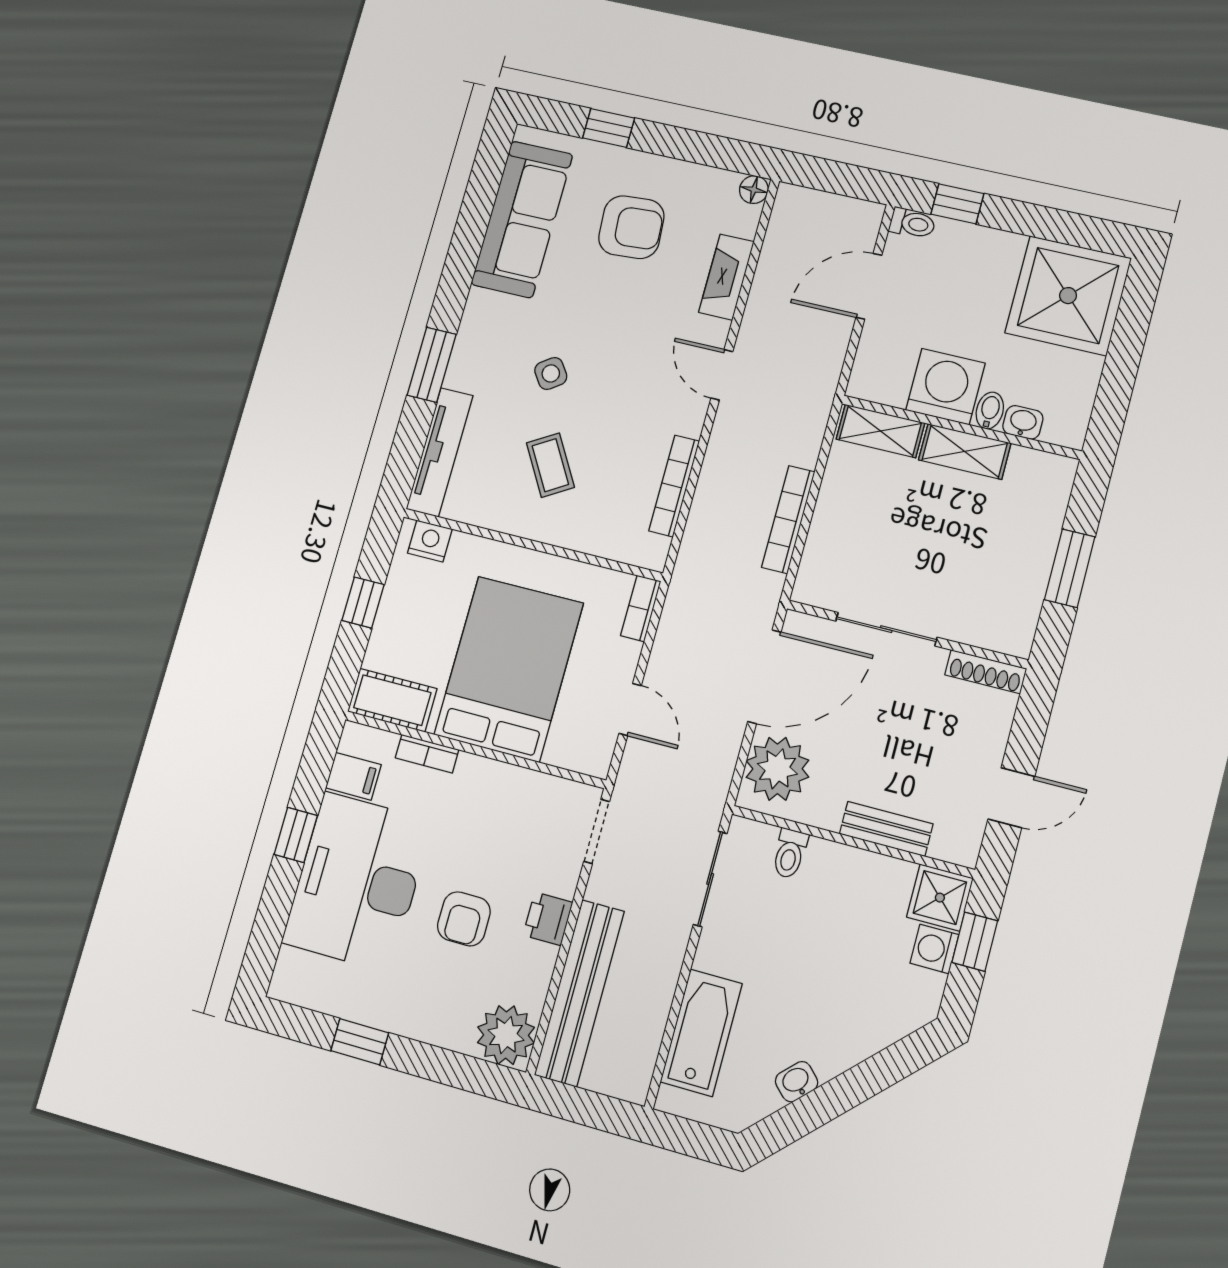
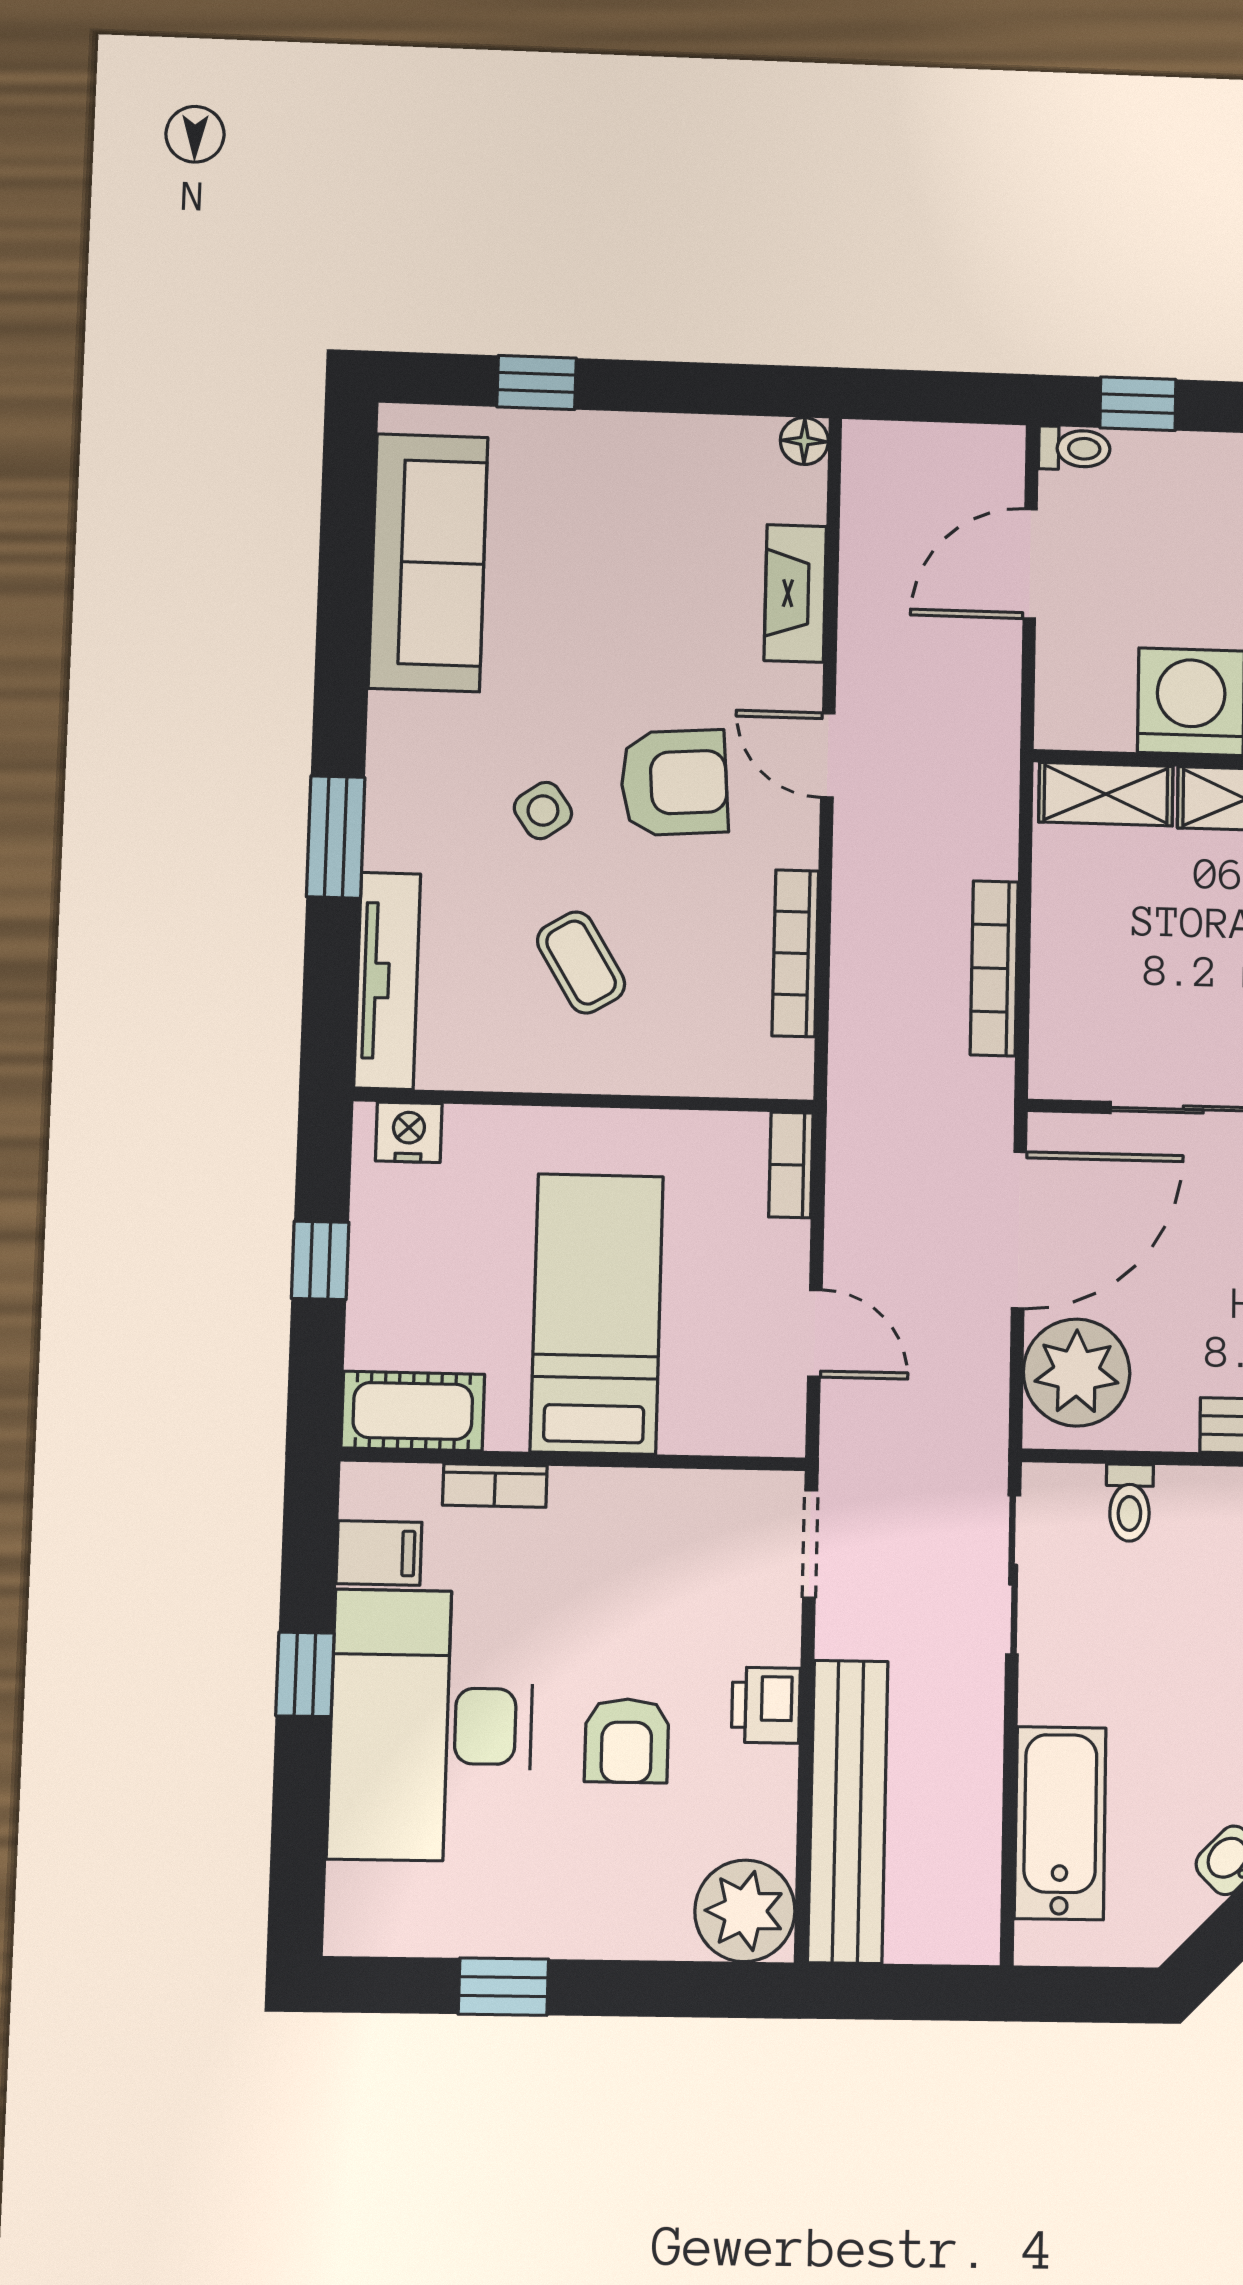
armchair: (631, 227) -> (674, 783), moved
bed: (509, 669) -> (597, 1314), width x0.67

